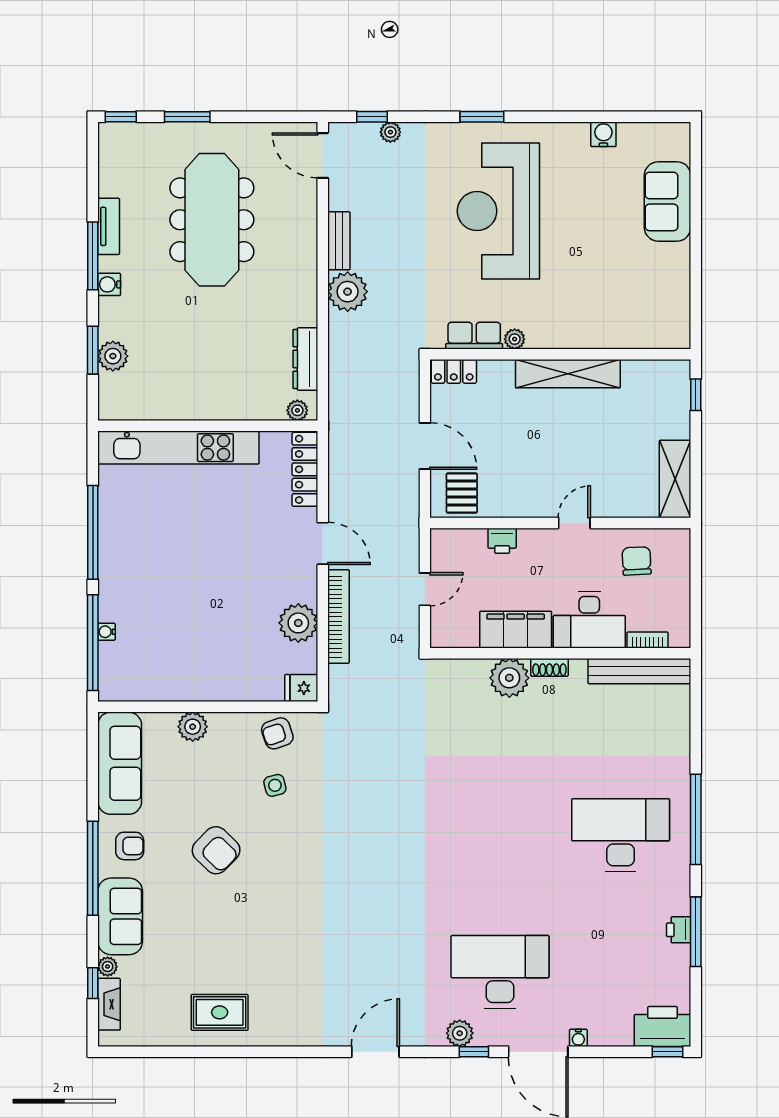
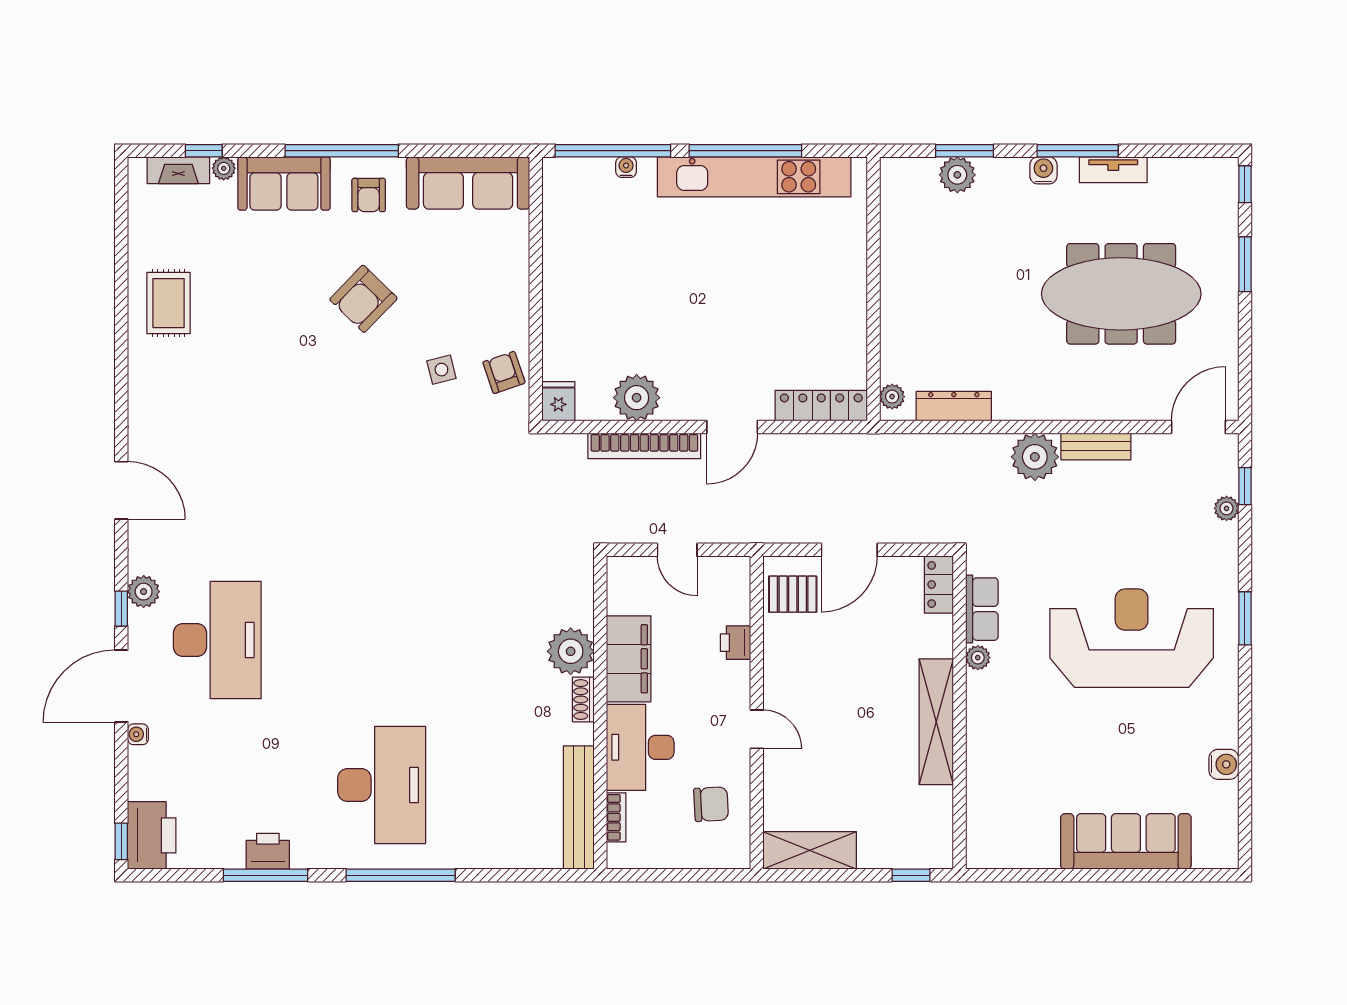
sofa: (668, 201) -> (1126, 841), width x1.36
kitchen unit: (178, 448) -> (754, 177), moved, turned -90
plant: (193, 727) -> (512, 271), removed
printer: (679, 930) -> (268, 851), width x1.36, depth x1.24

